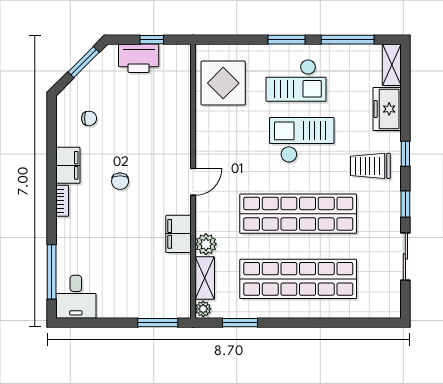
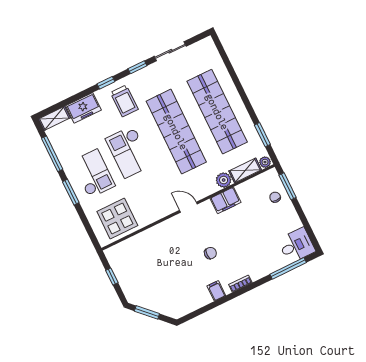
printer: (139, 58) -> (128, 279), removed
chair: (89, 118) -> (275, 197), moved
filing cabinet: (68, 165) -> (216, 291), width x0.50

